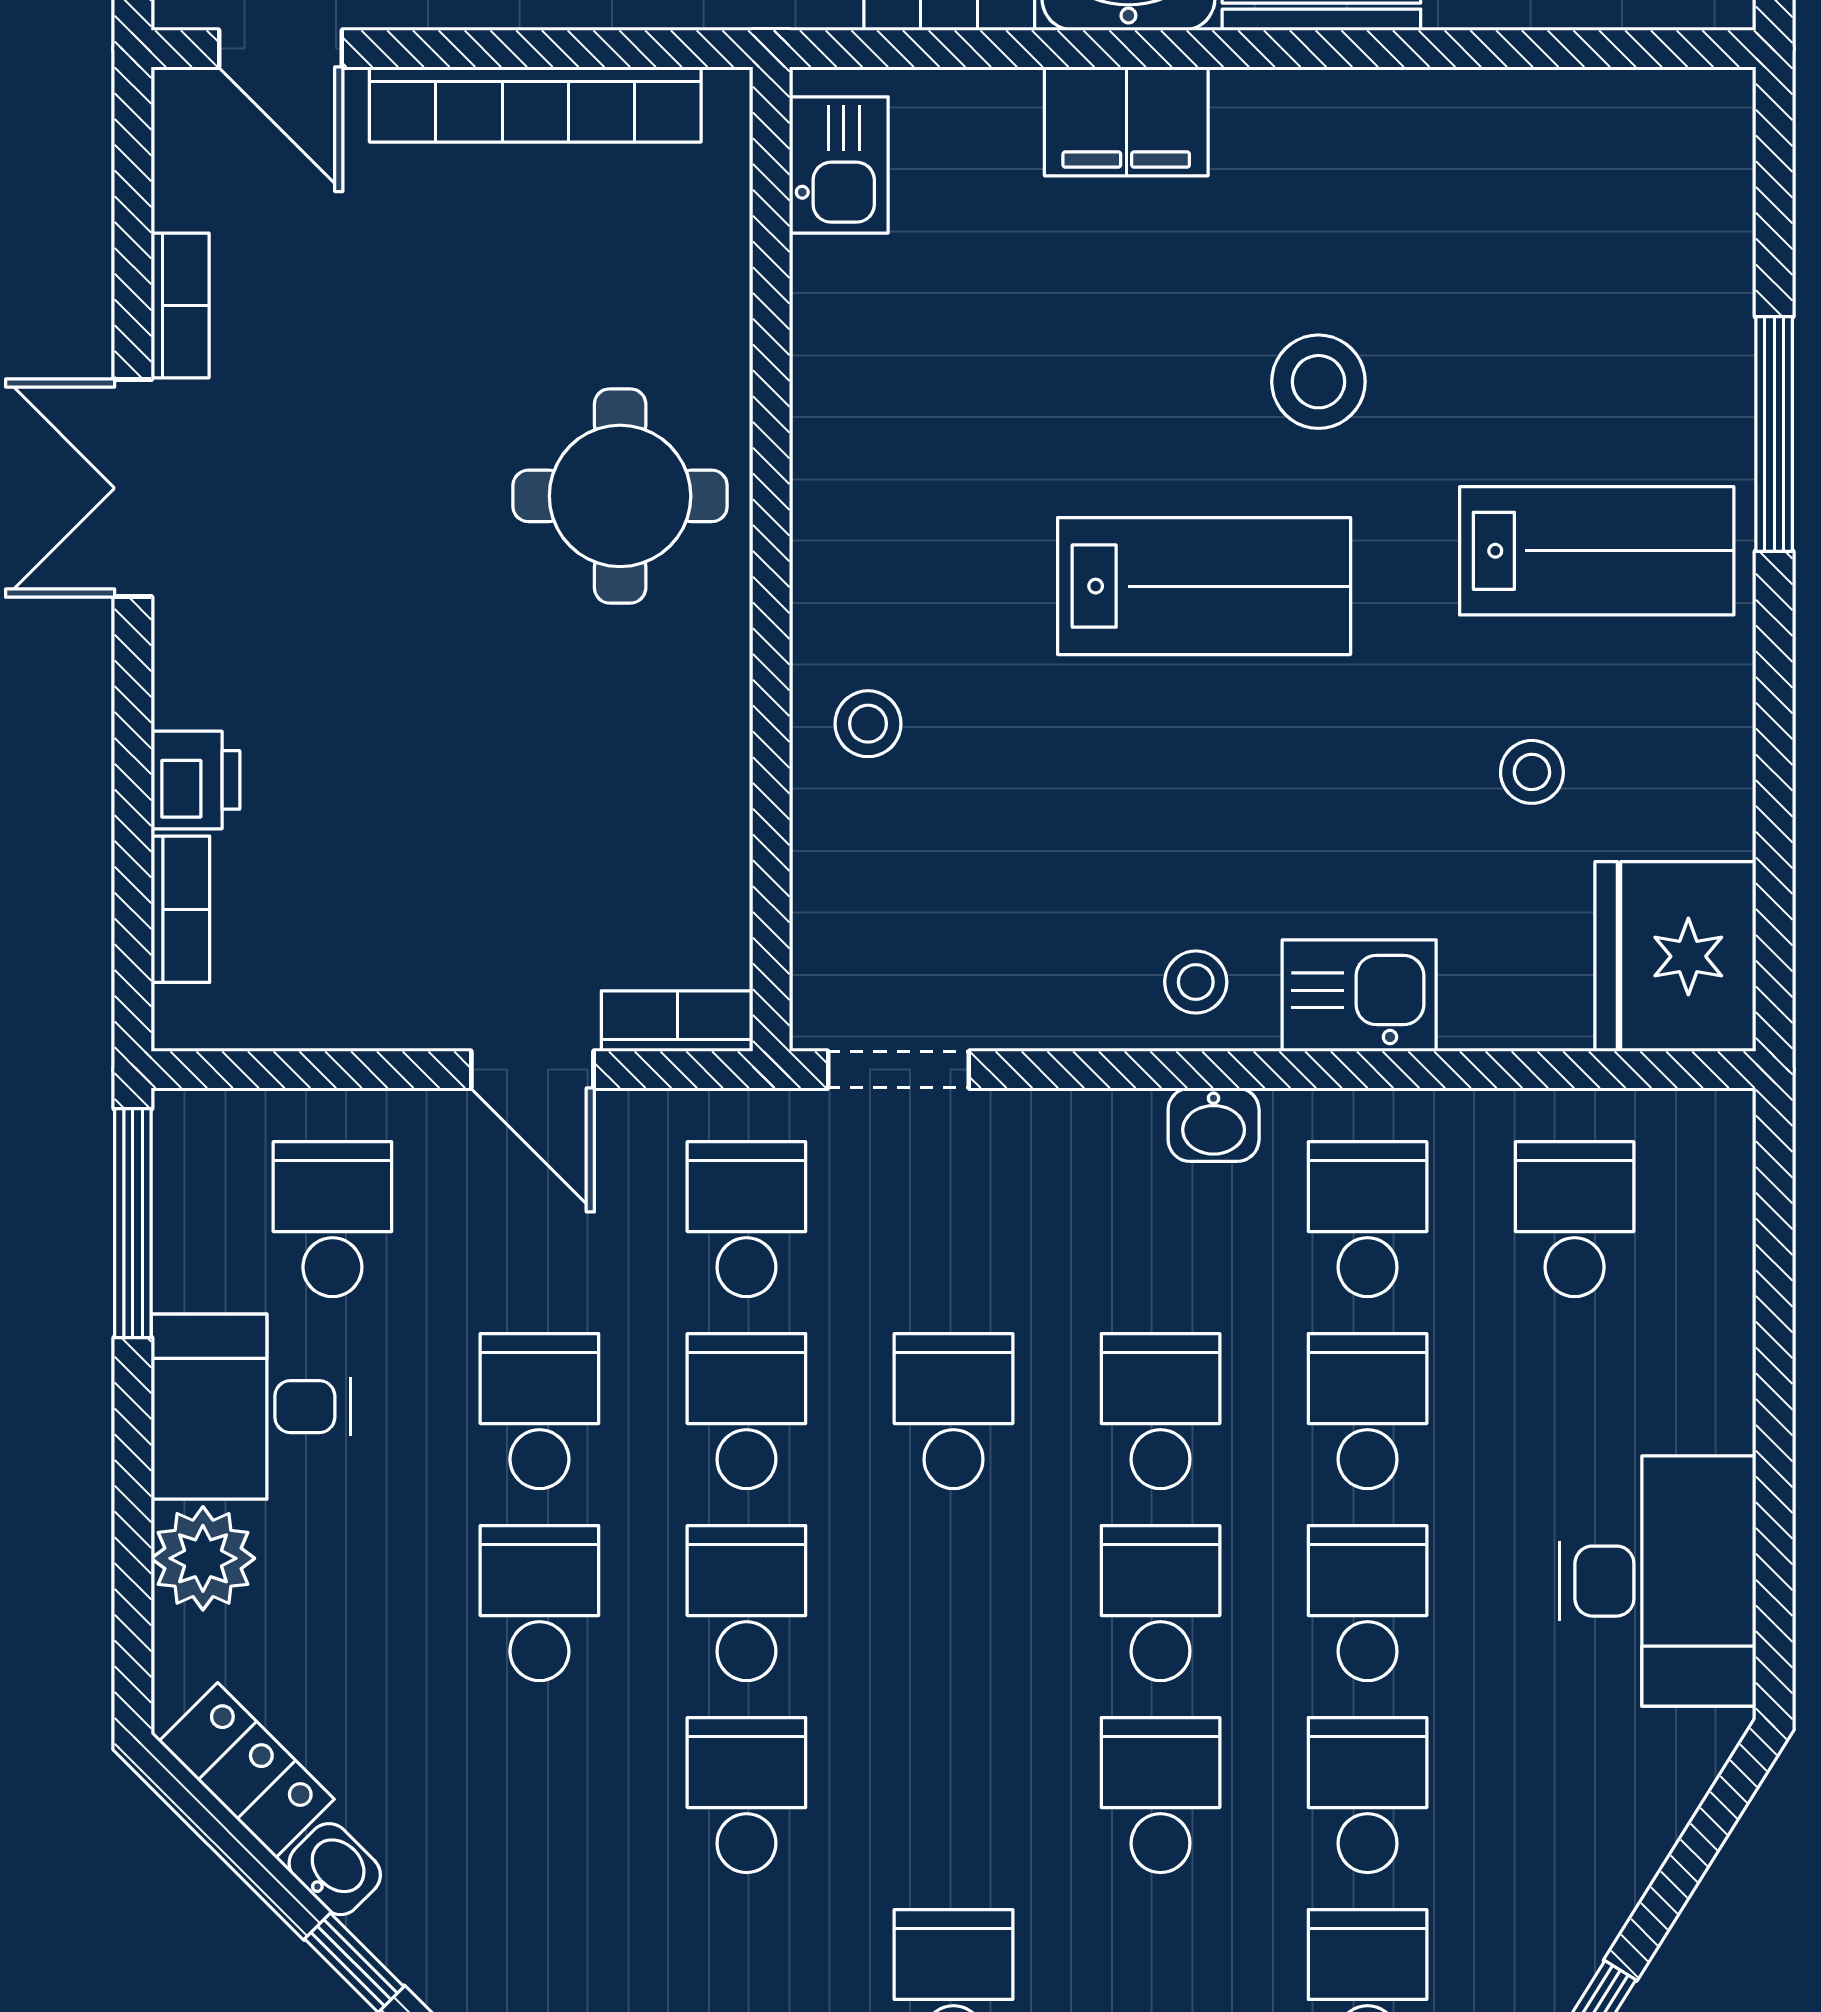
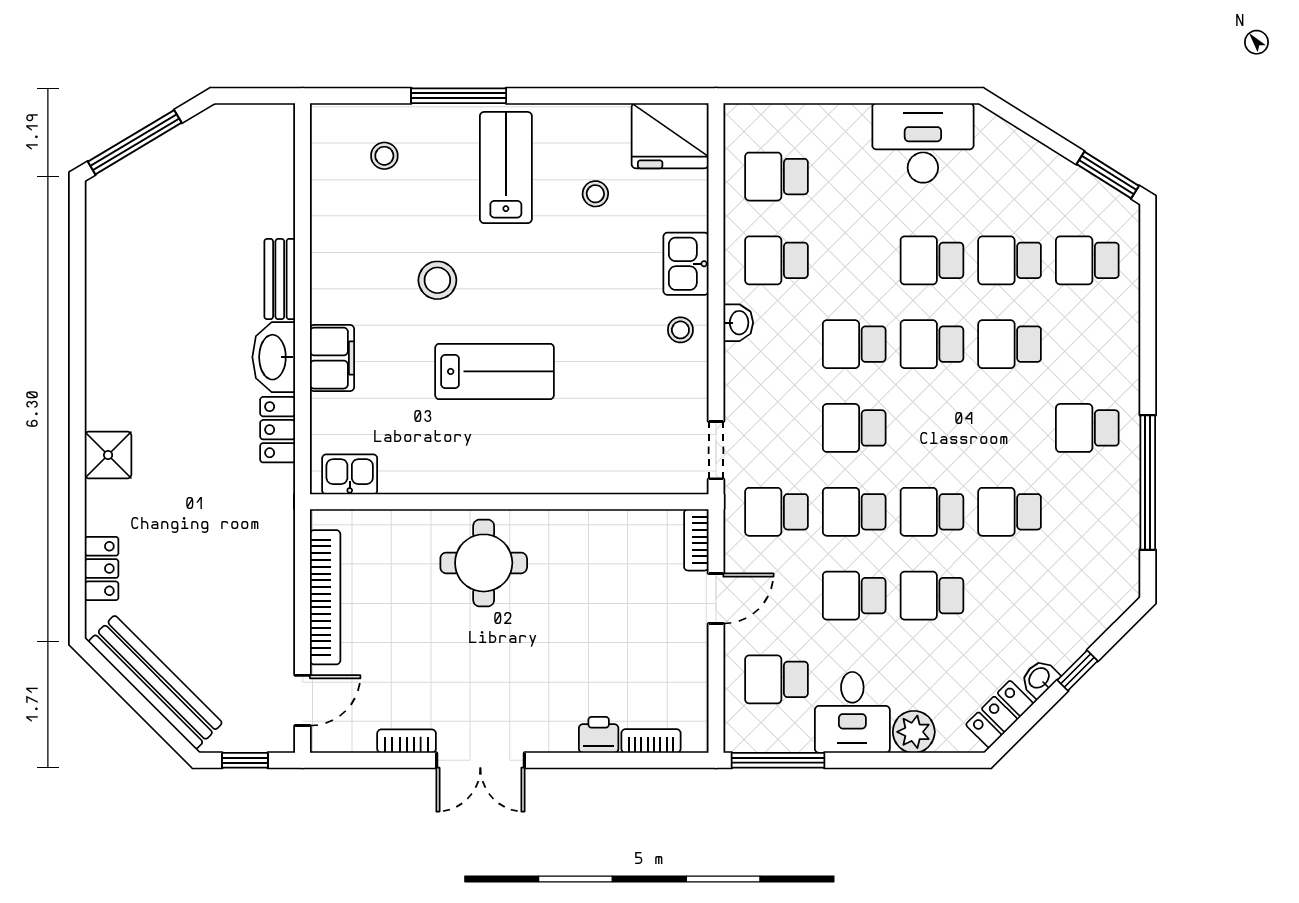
lab bench: (1204, 586) -> (495, 371), moved, turned 90
stool: (868, 724) -> (384, 156), moved
school desk: (1368, 1411) -> (854, 260), removed

